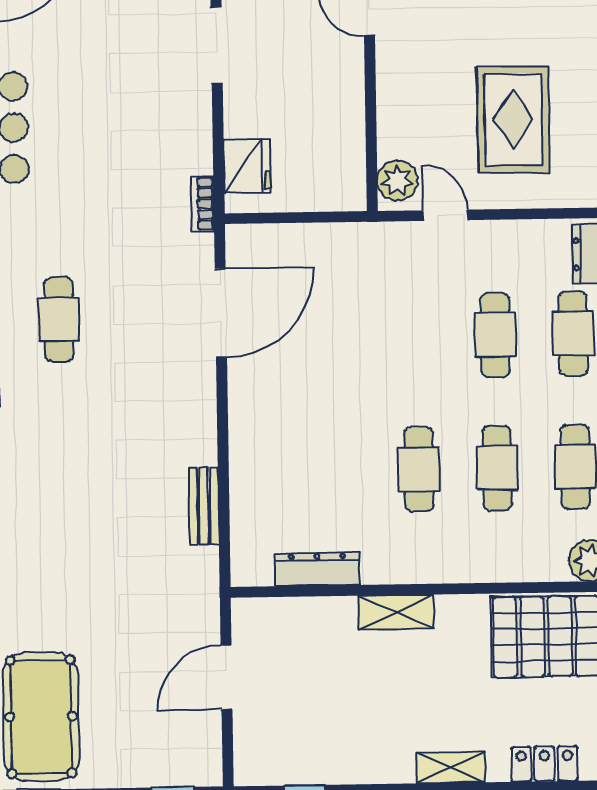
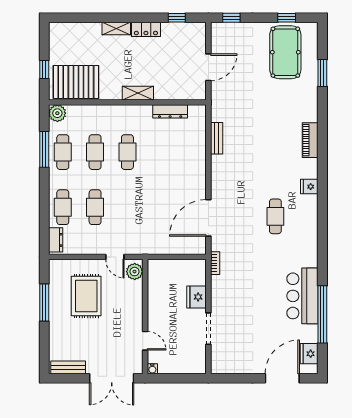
fridge: (247, 166) -> (197, 297), moved
locker: (544, 764) -> (146, 29), moved

